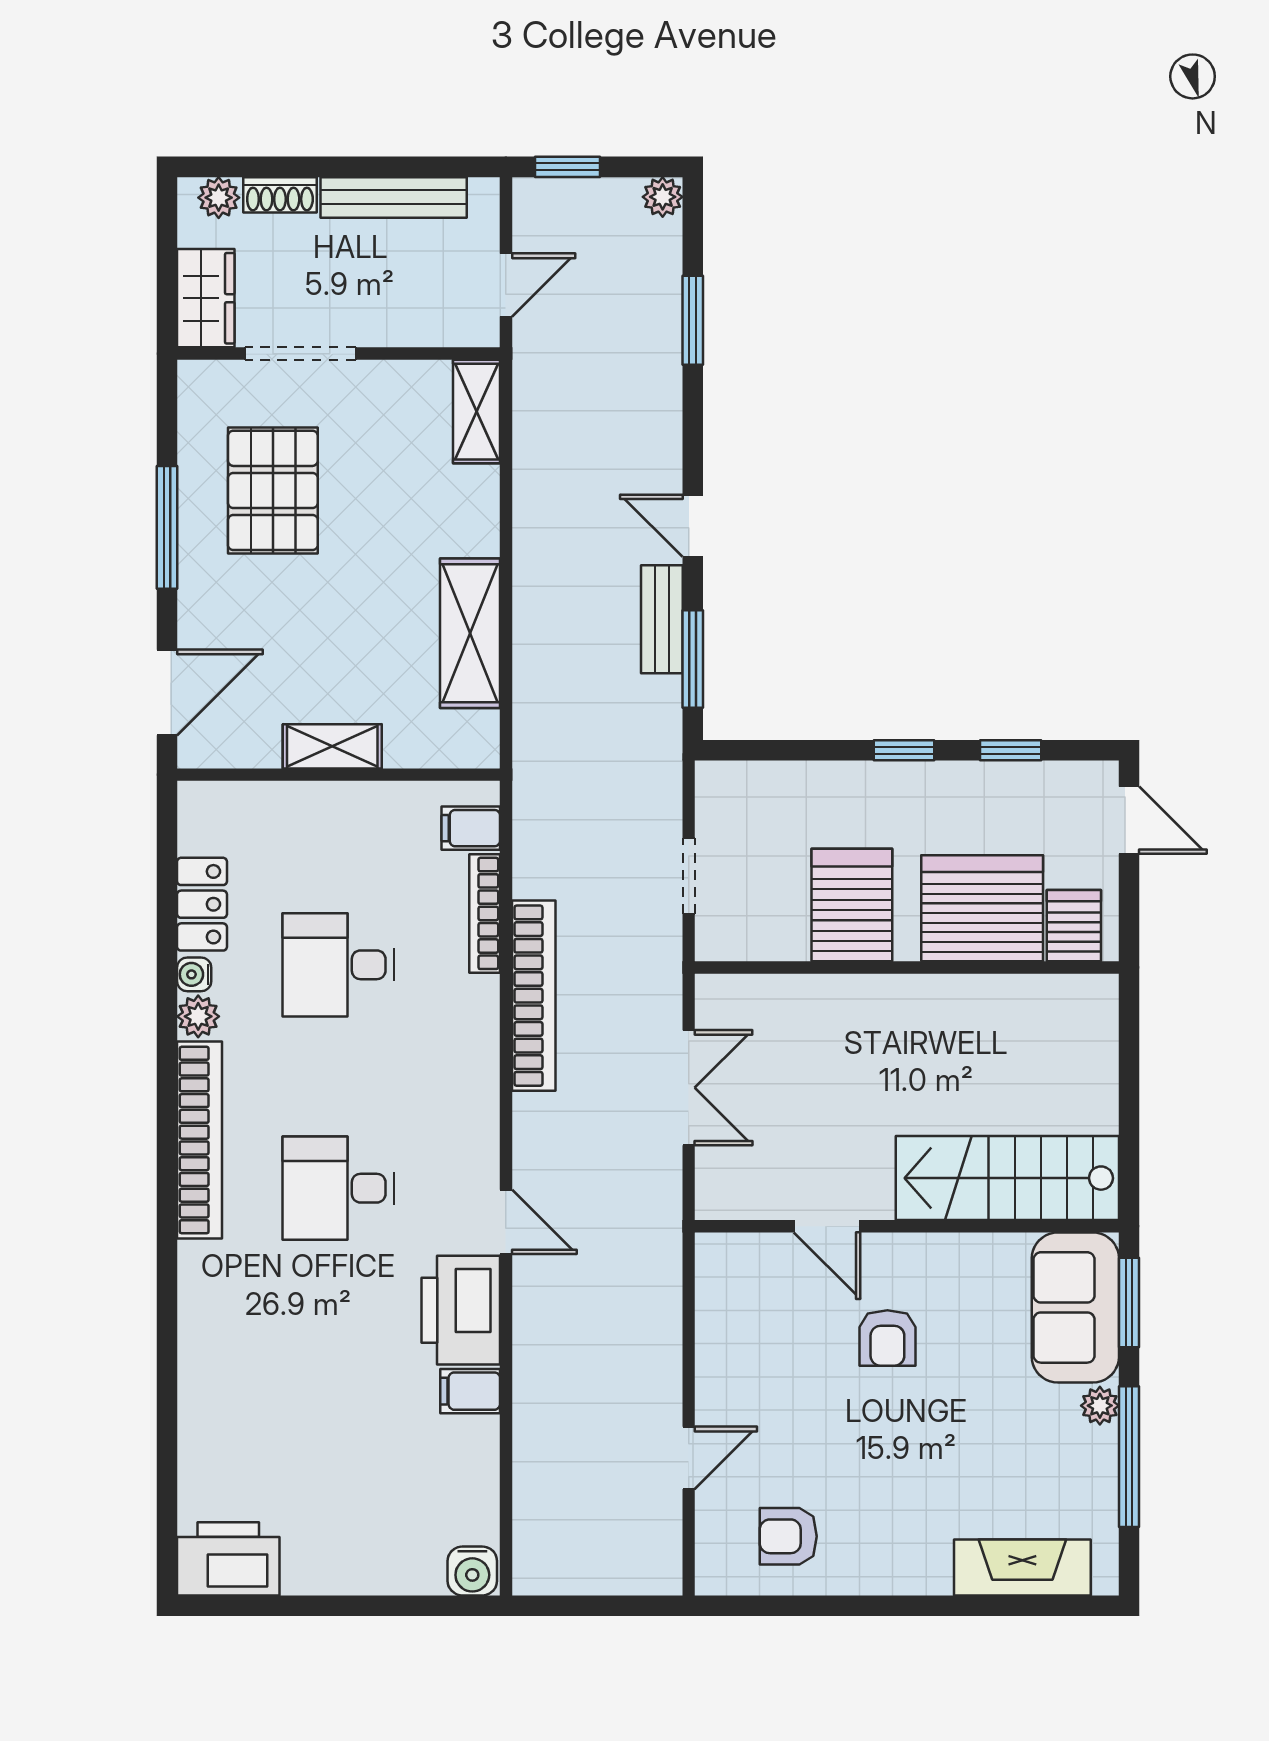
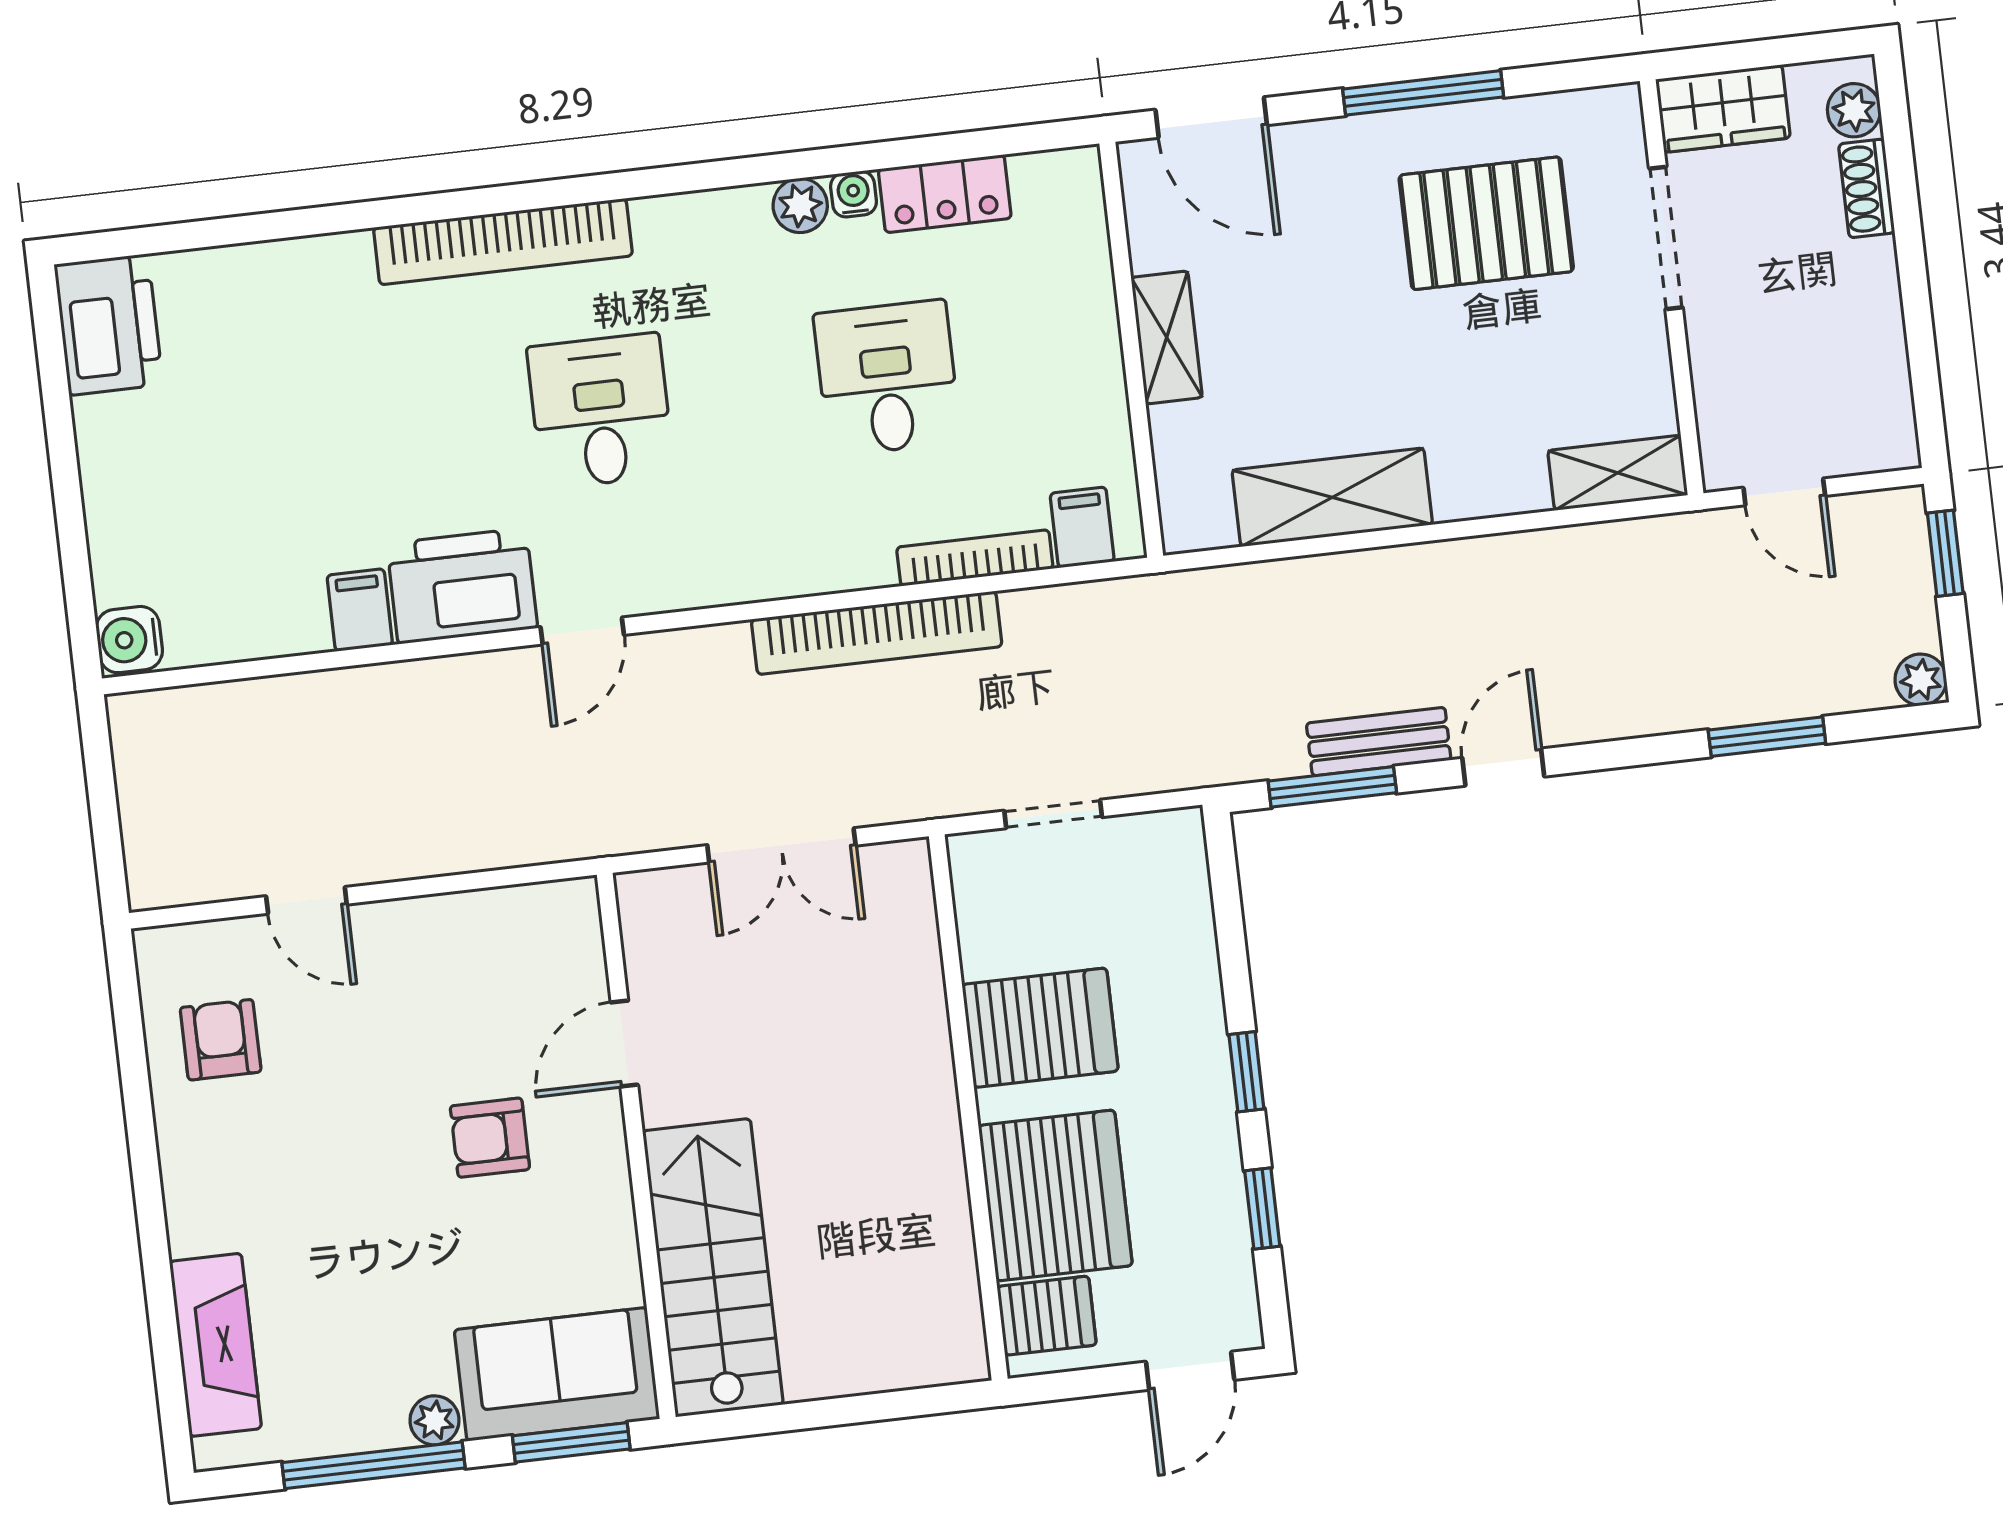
bench: (394, 197) -> (1880, 335), removed
bookcase: (200, 1140) -> (503, 242), moved

